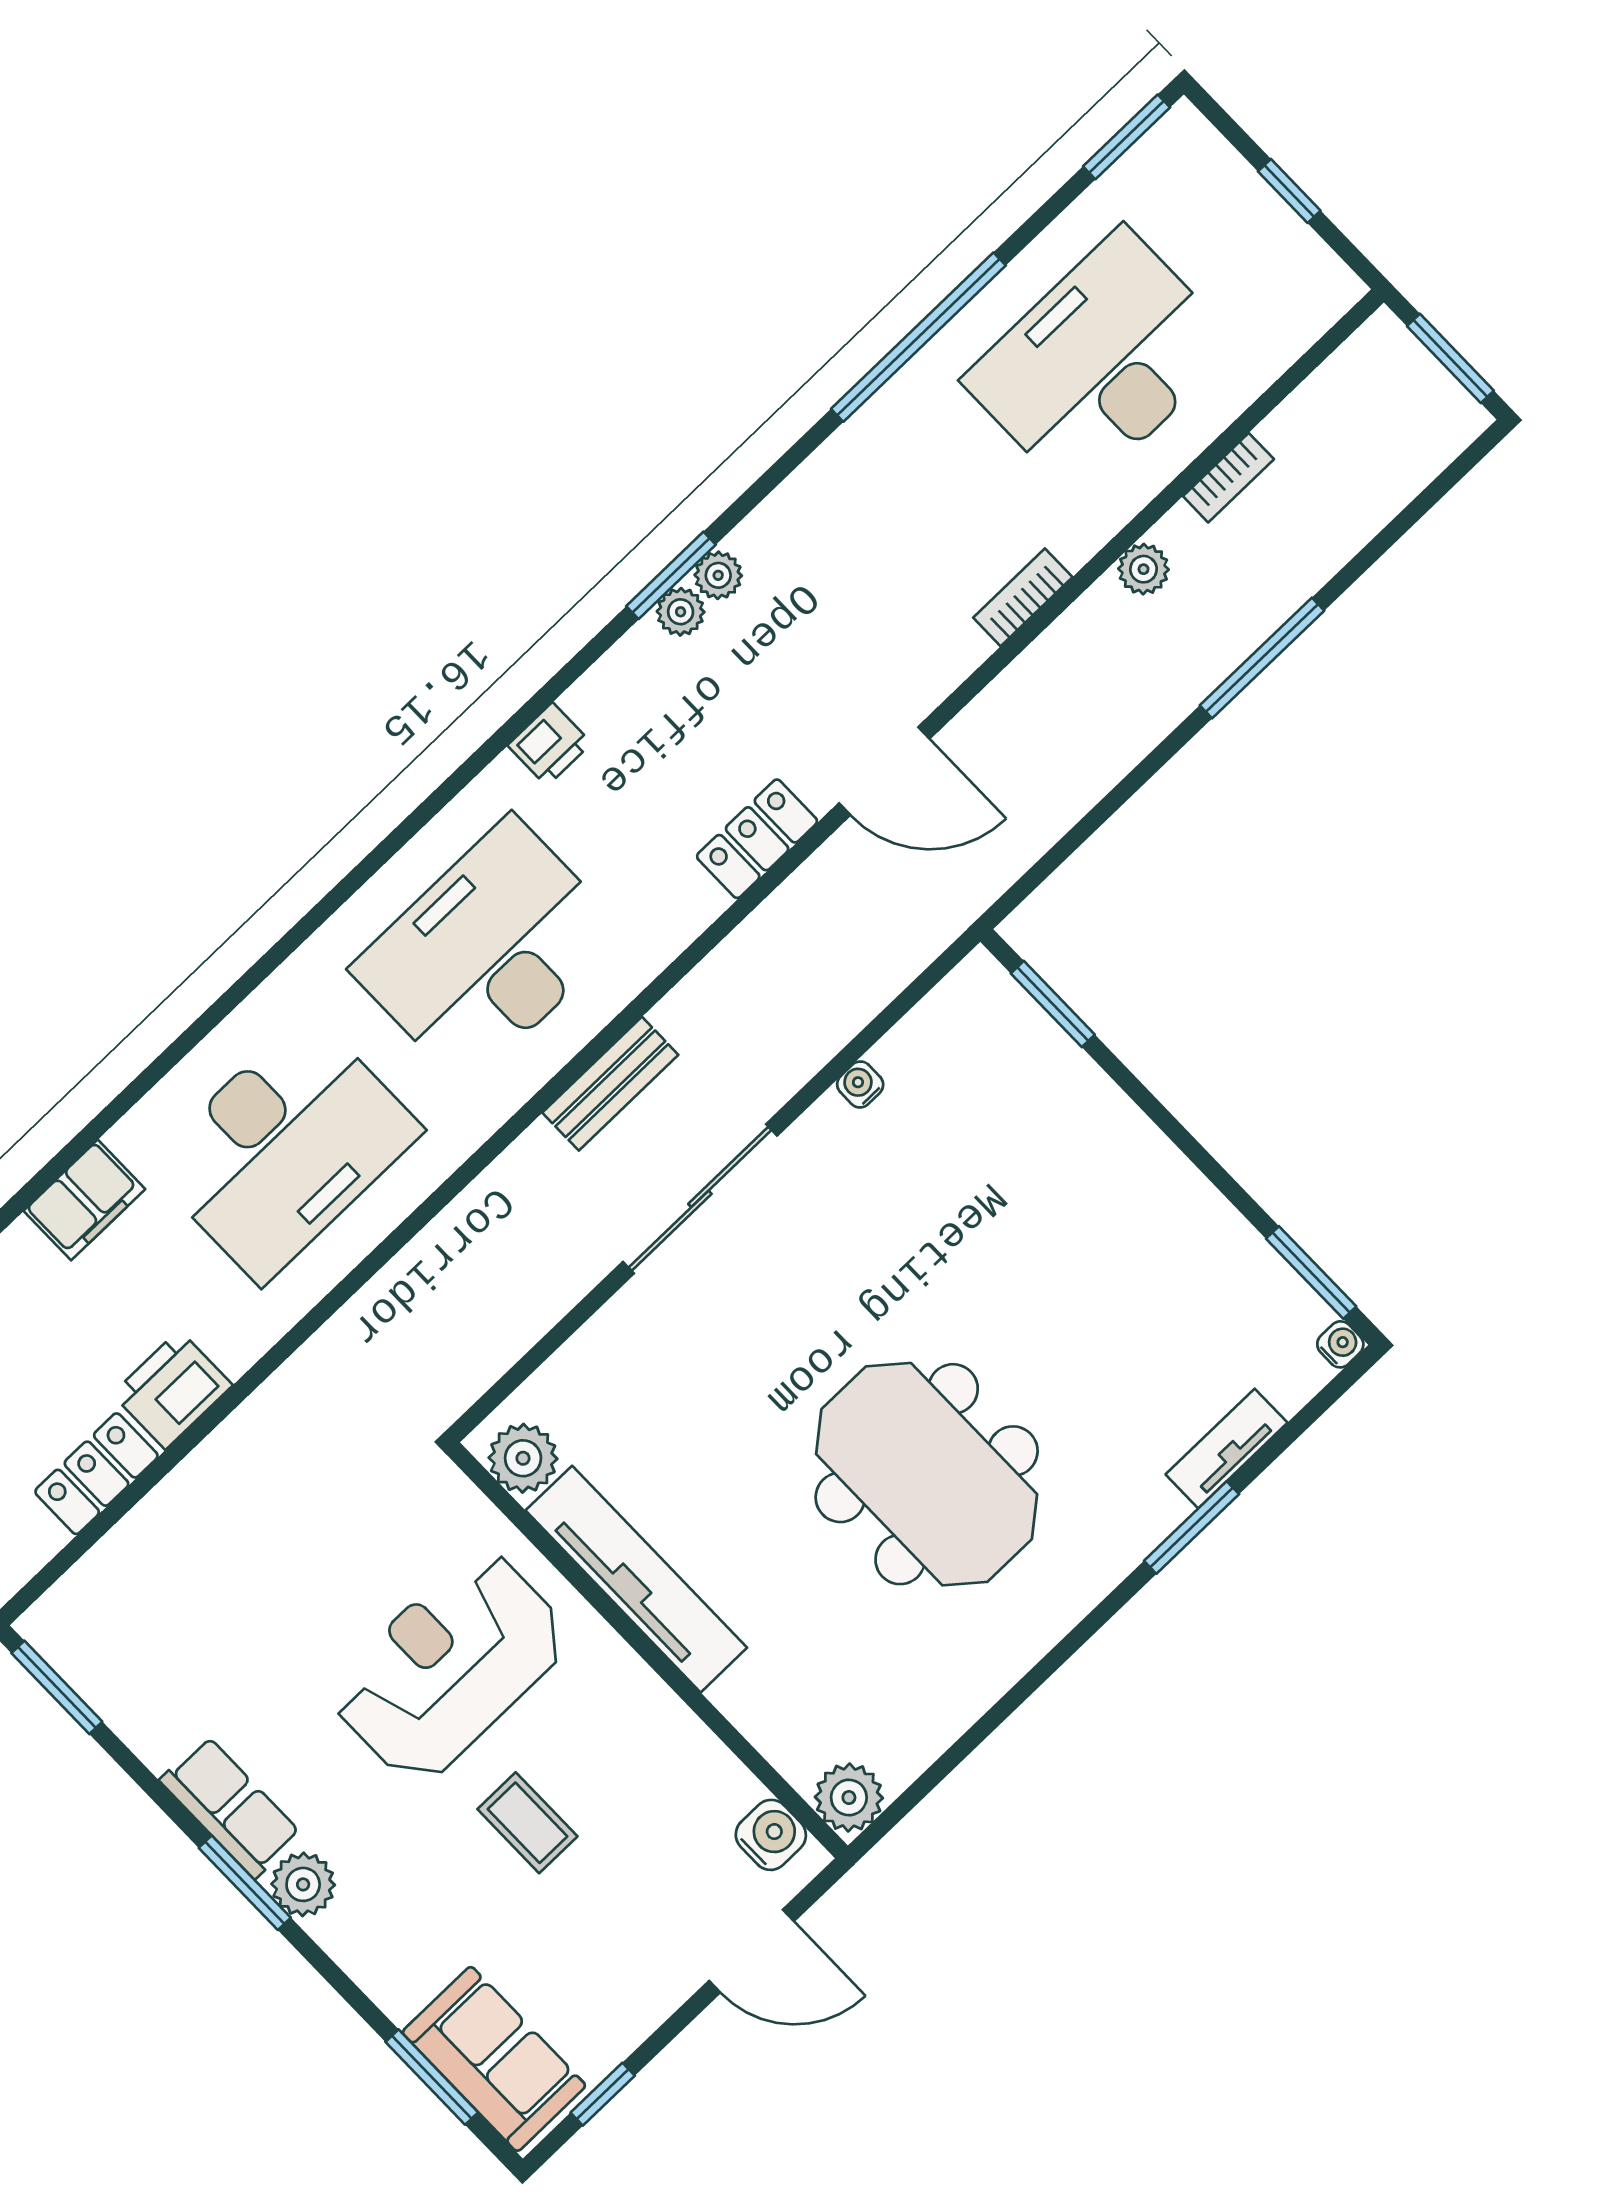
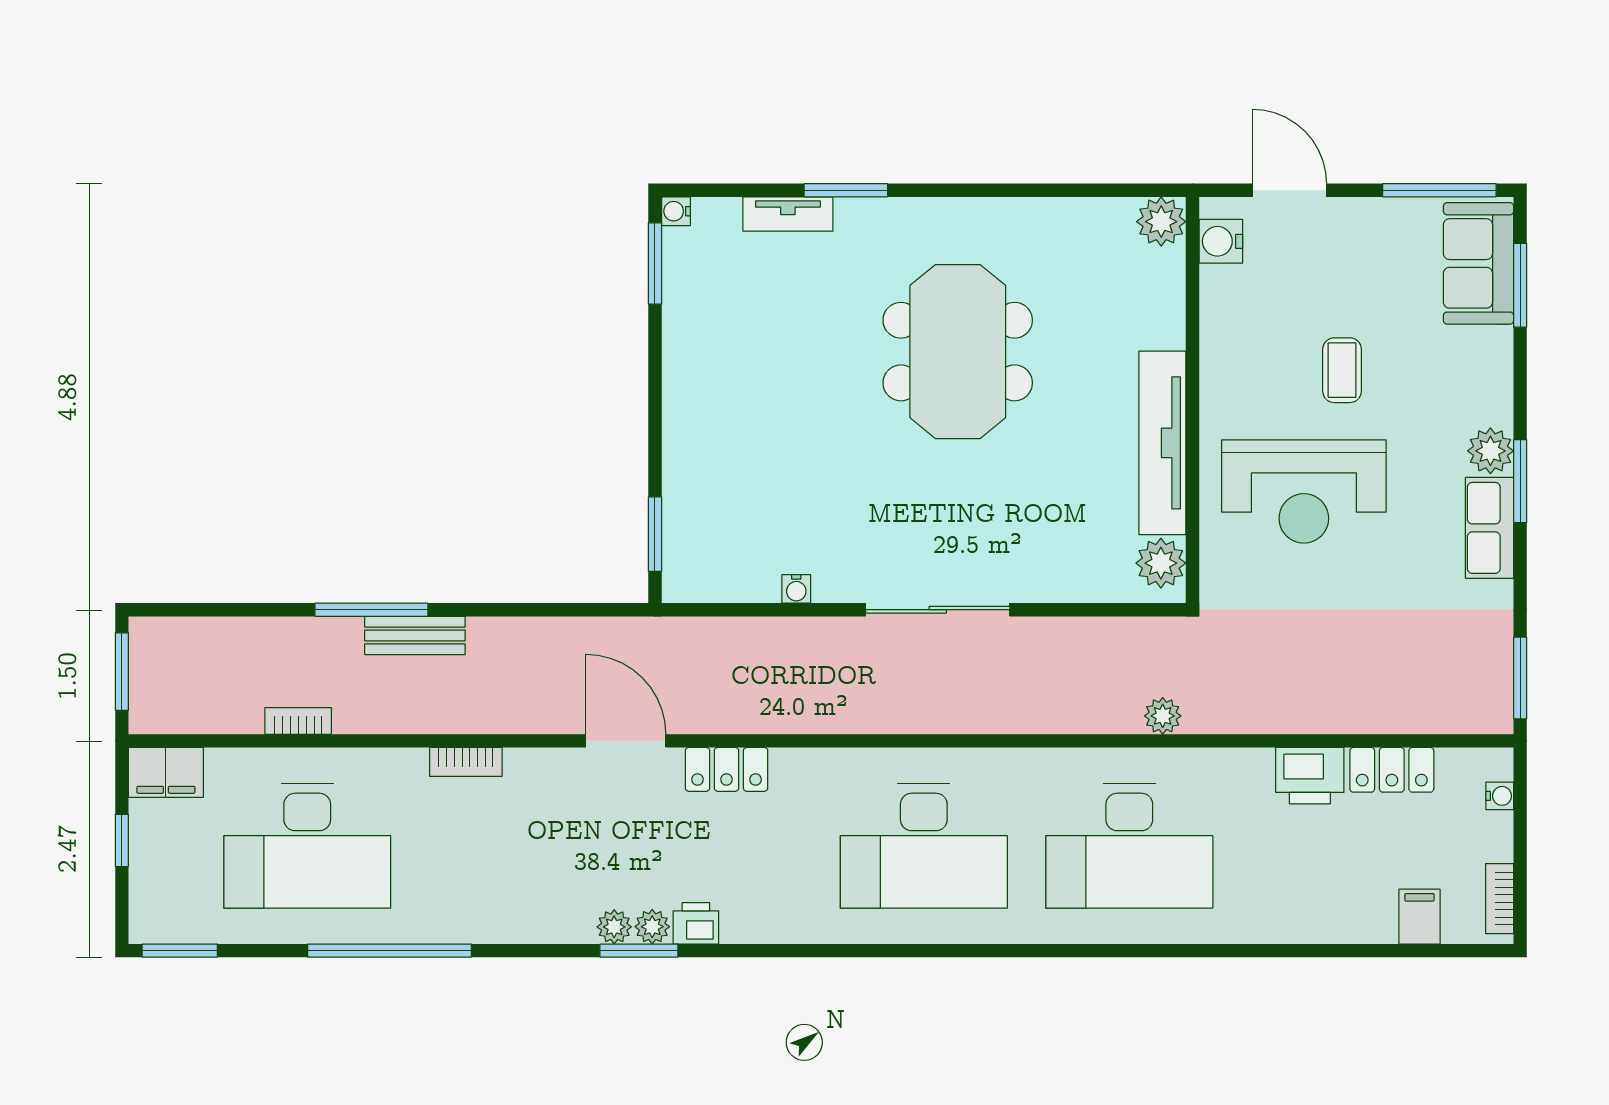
plant: (1143, 569) -> (1163, 716), moved
printer: (550, 744) -> (696, 923), moved
bench: (610, 1084) -> (415, 635), moved
desk: (284, 1148) -> (1129, 846), turned 180
filing cabinet: (84, 1200) -> (166, 772), moved, turned 180
window: (603, 2094) -> (1439, 190), width x2.17

